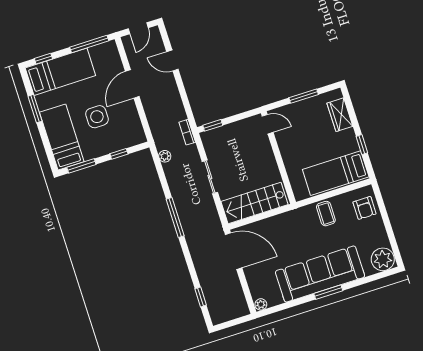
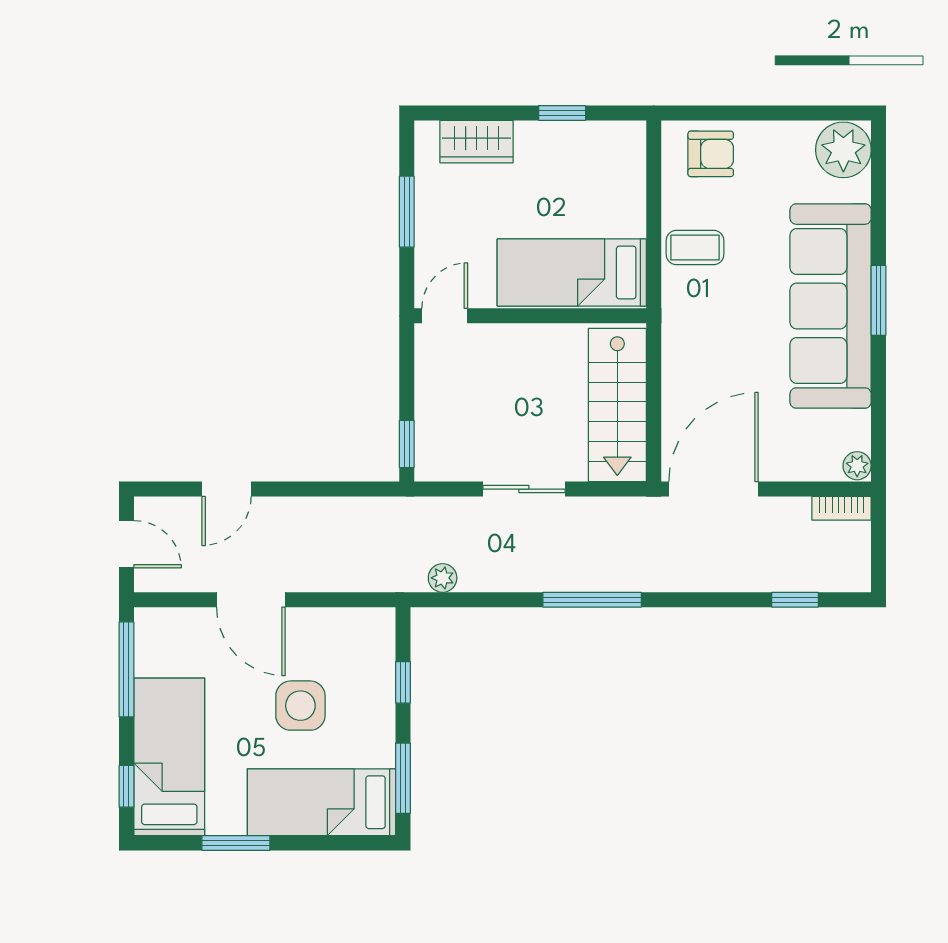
bookcase: (187, 132) -> (842, 508), moved
bed: (336, 173) -> (572, 273), moved, turned 90

